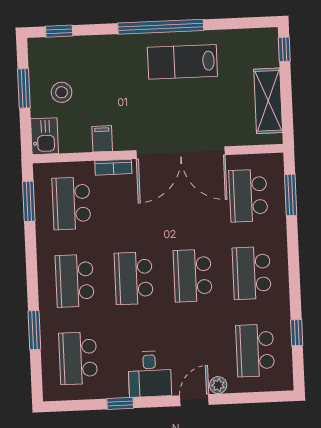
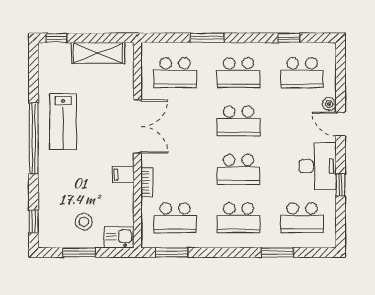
filing cabinet: (102, 139) -> (123, 175), moved
double door: (181, 153) -> (137, 126), width x0.73
window: (291, 195) -> (207, 38), moved
desk: (150, 374) -> (318, 166), width x1.37

